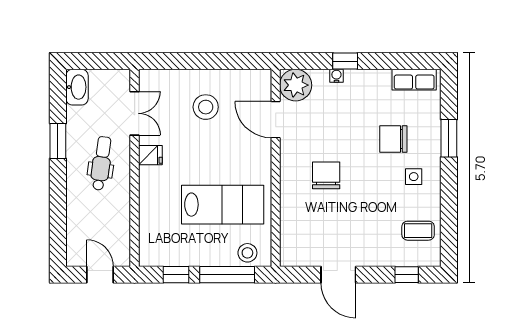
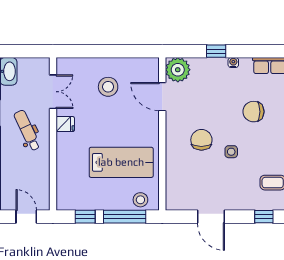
water cooler: (336, 76) -> (233, 63), moved
dental chair: (101, 163) -> (27, 130), turned -33
side table: (414, 177) -> (231, 152), moved

